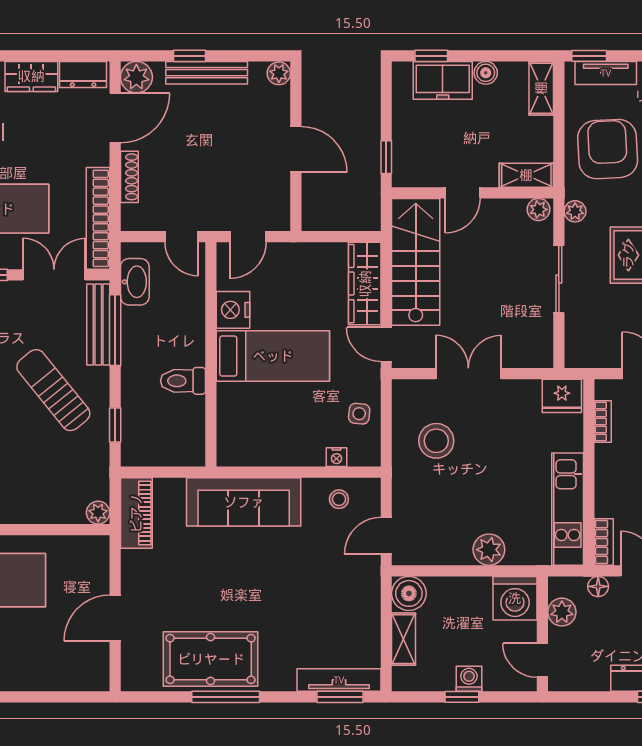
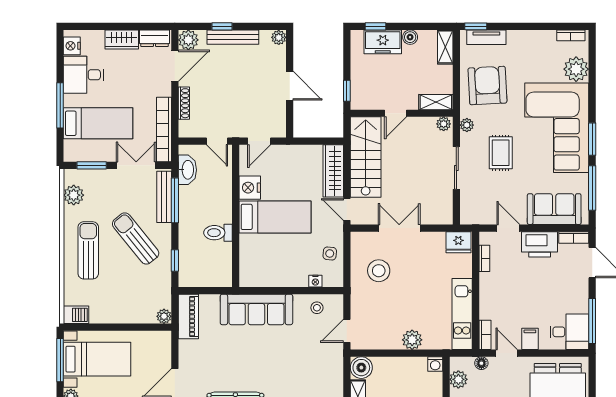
washing machine: (515, 598) -> (435, 364), width x0.53, depth x0.53

